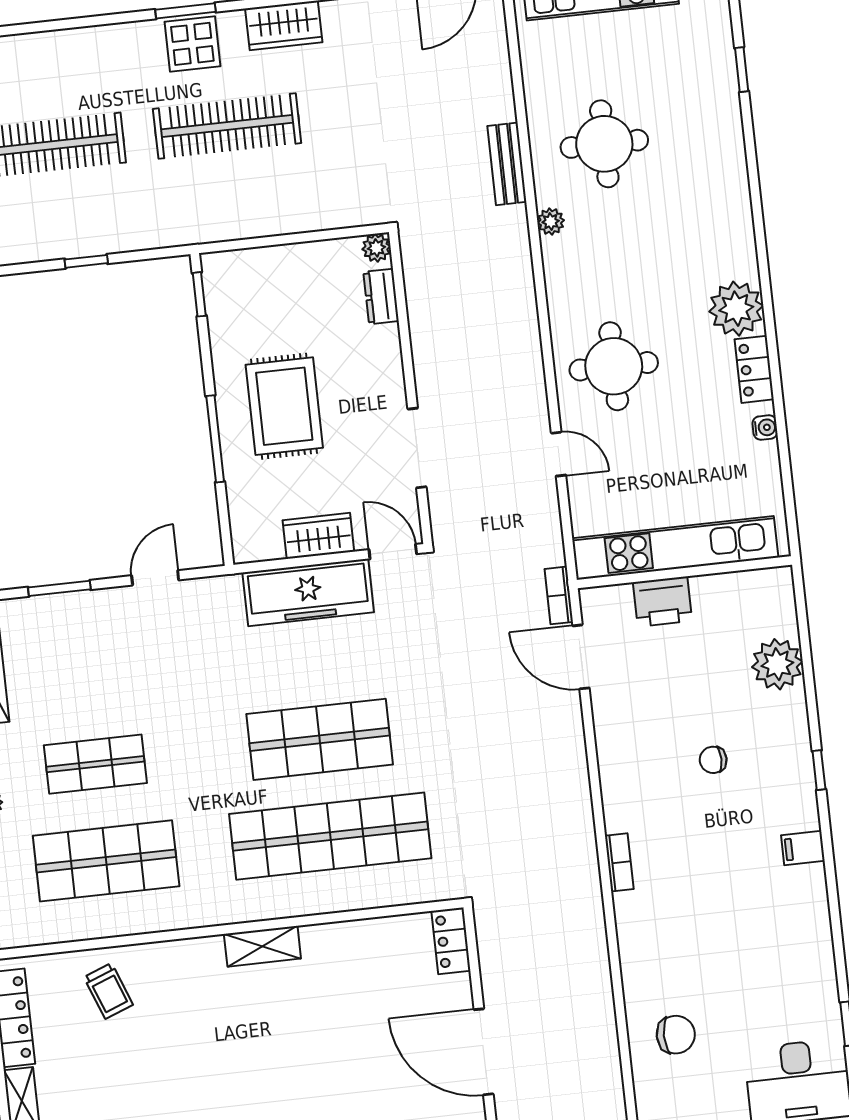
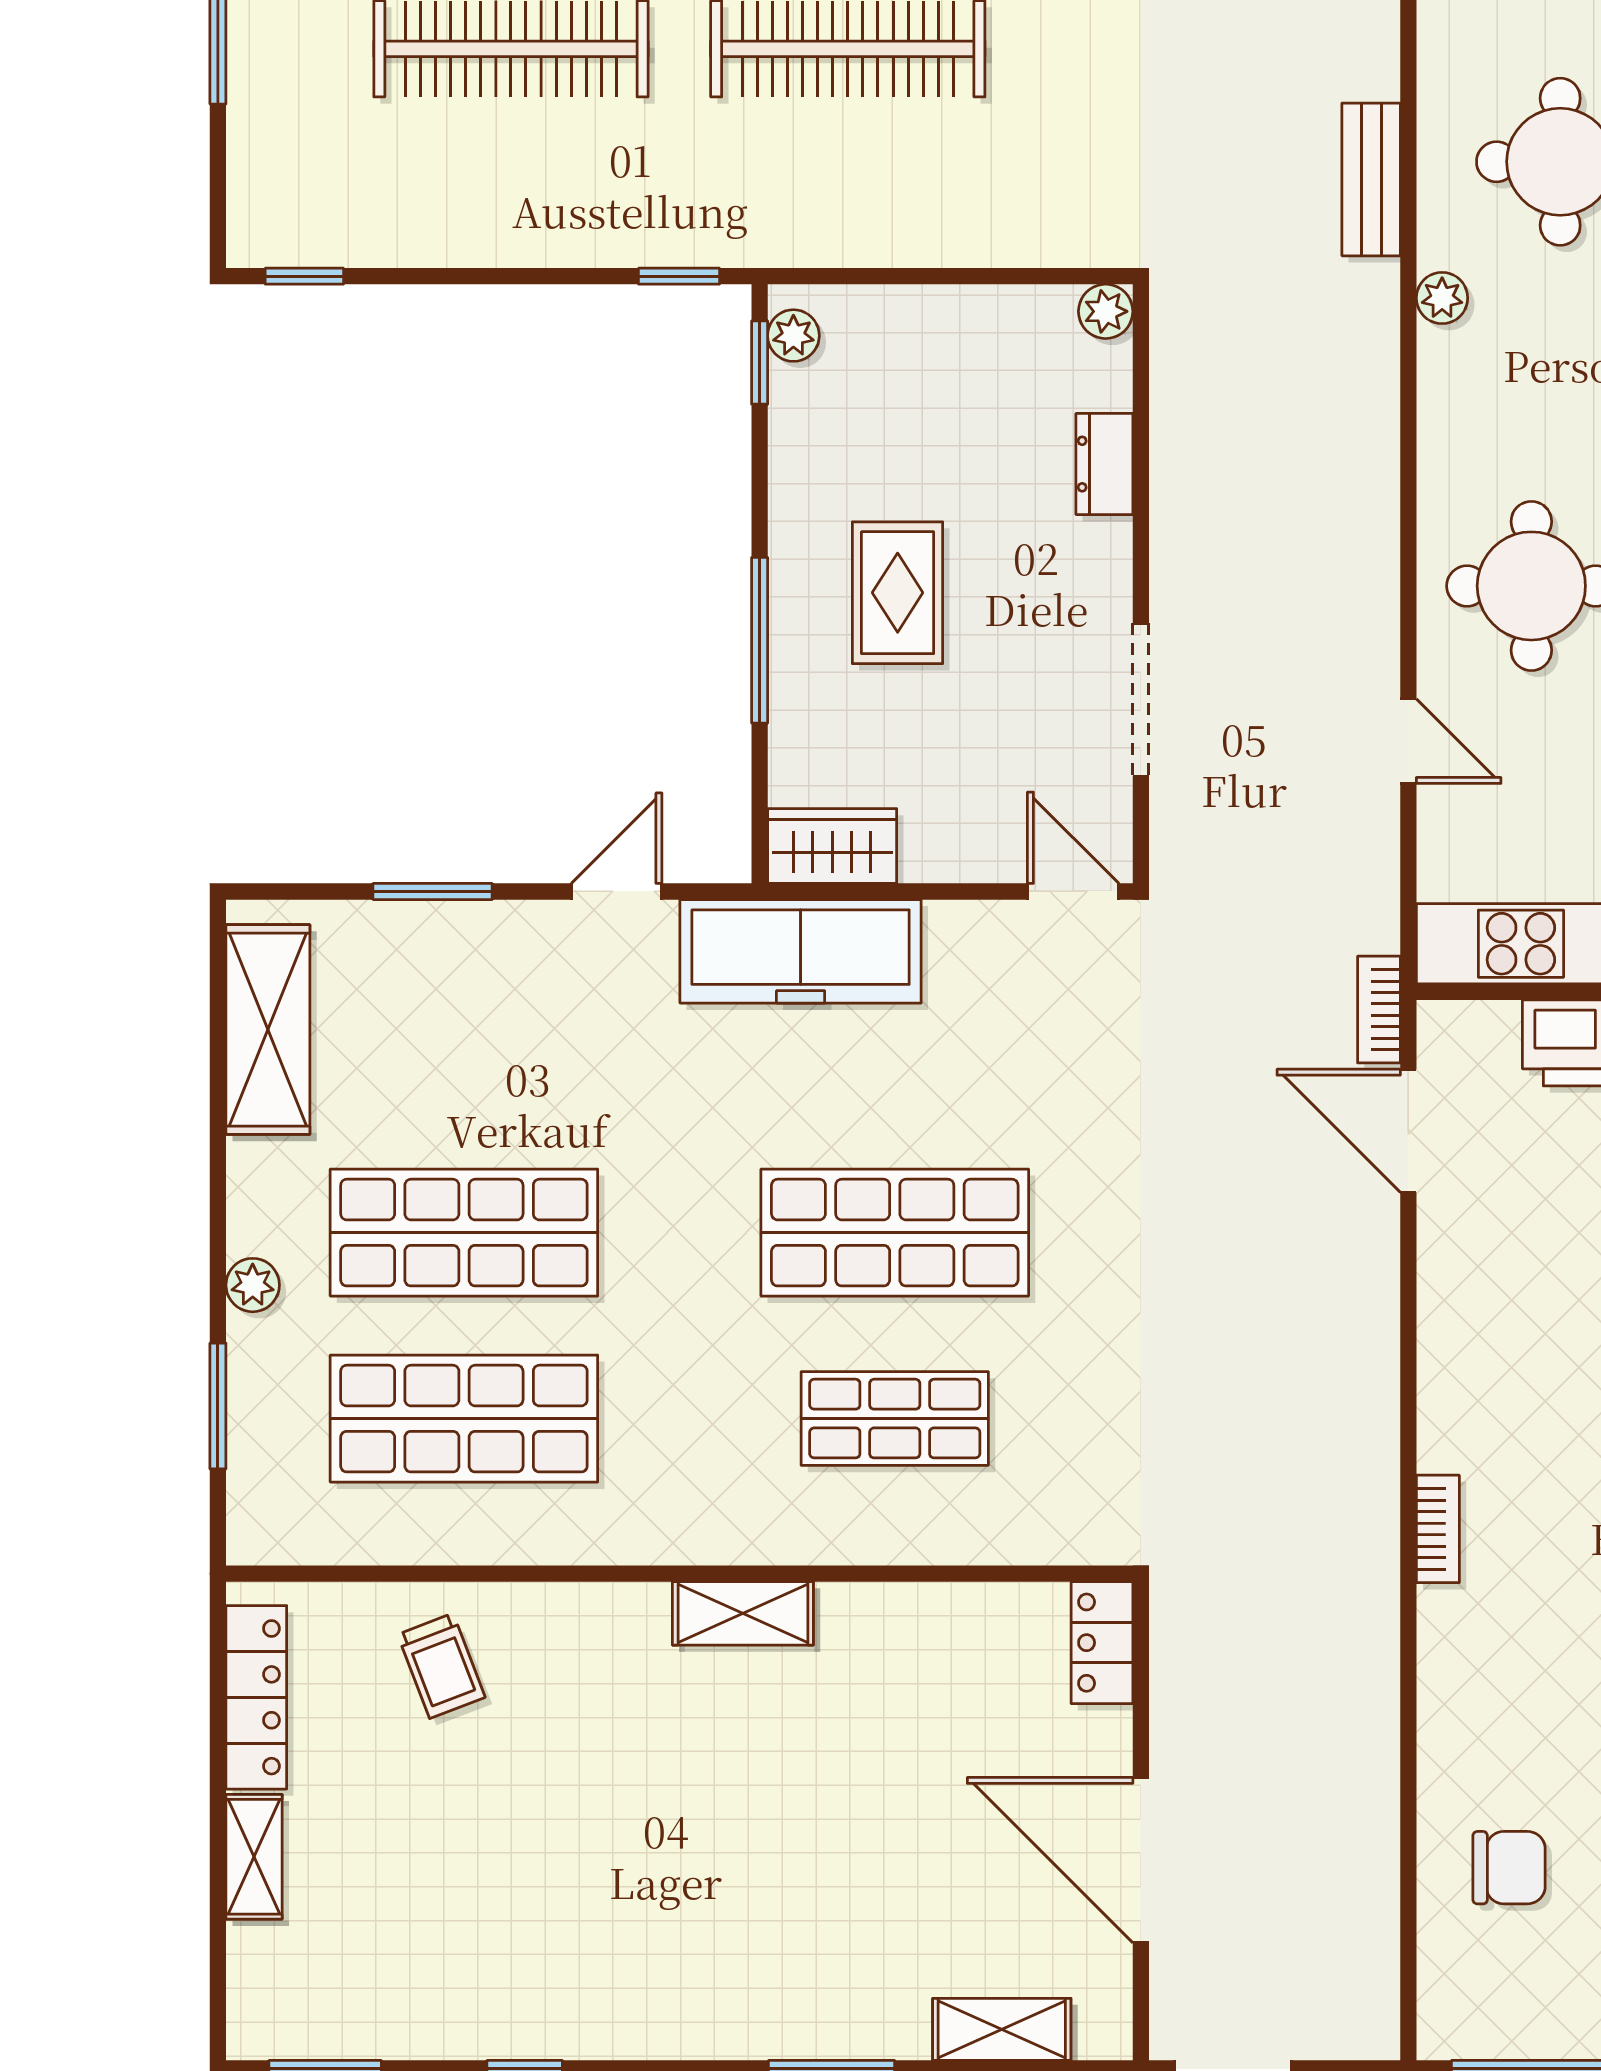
window: (86, 261) -> (679, 276), moved
plant: (215, 278) -> (793, 336), added
dresser: (381, 297) -> (1104, 464), moved
rug: (284, 406) -> (898, 593), width x0.73, depth x0.70
wardrobe: (318, 536) -> (832, 846), moved
freezer: (308, 592) -> (801, 951), moved
shop shelf: (95, 764) -> (464, 1233), width x1.43, depth x1.36
shop shelf: (330, 836) -> (895, 1419), width x0.50, depth x0.74

